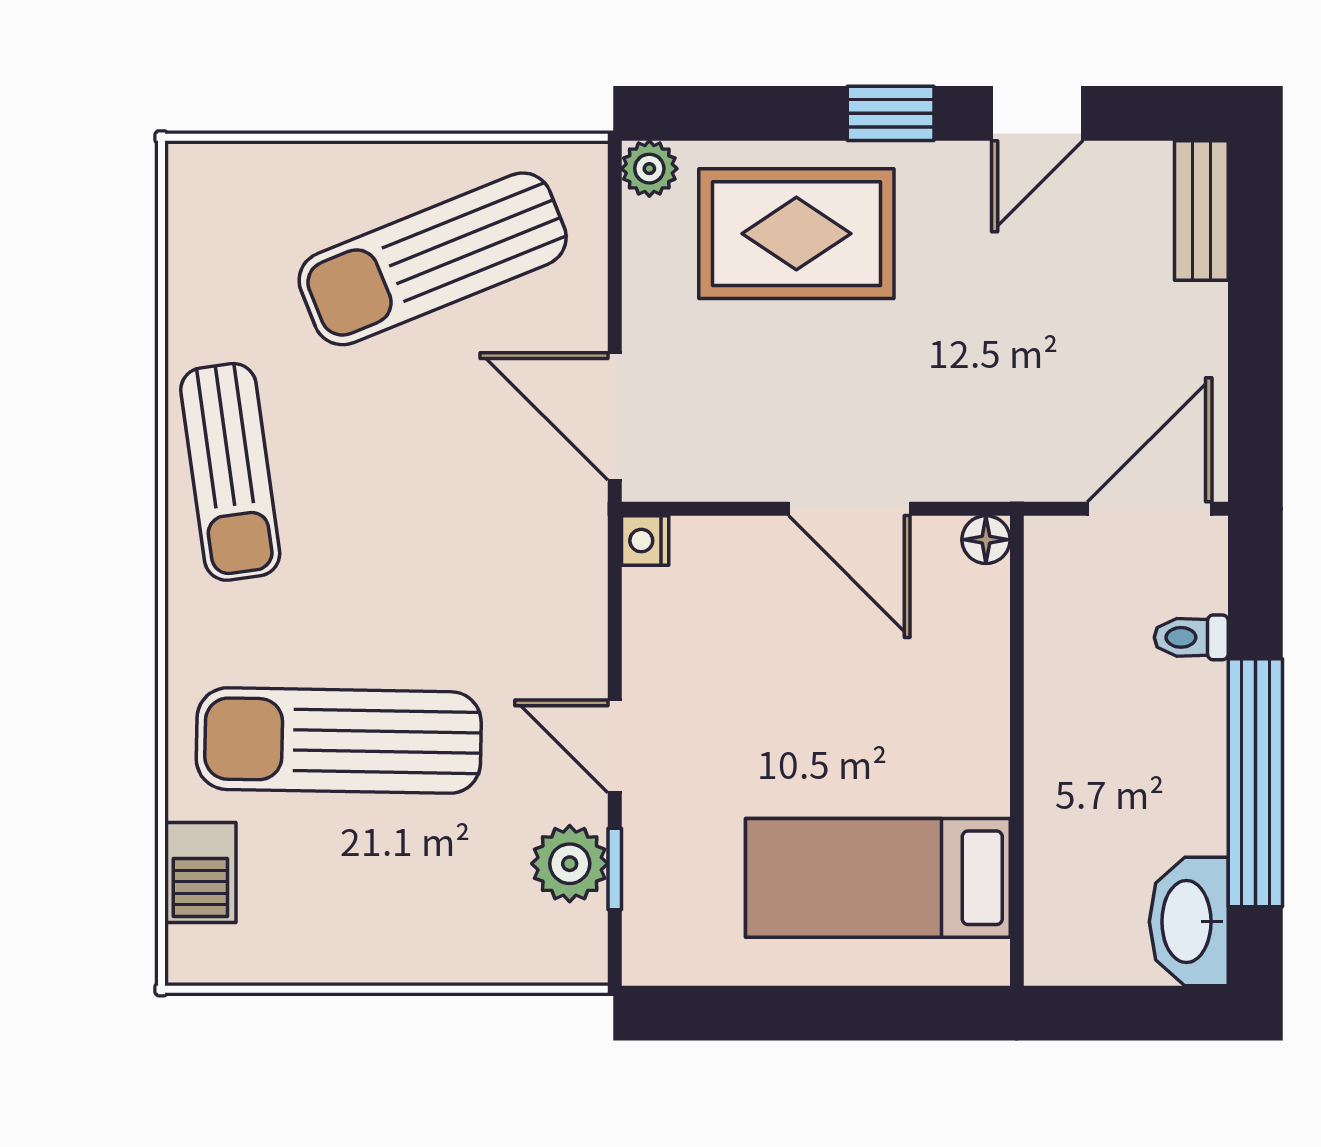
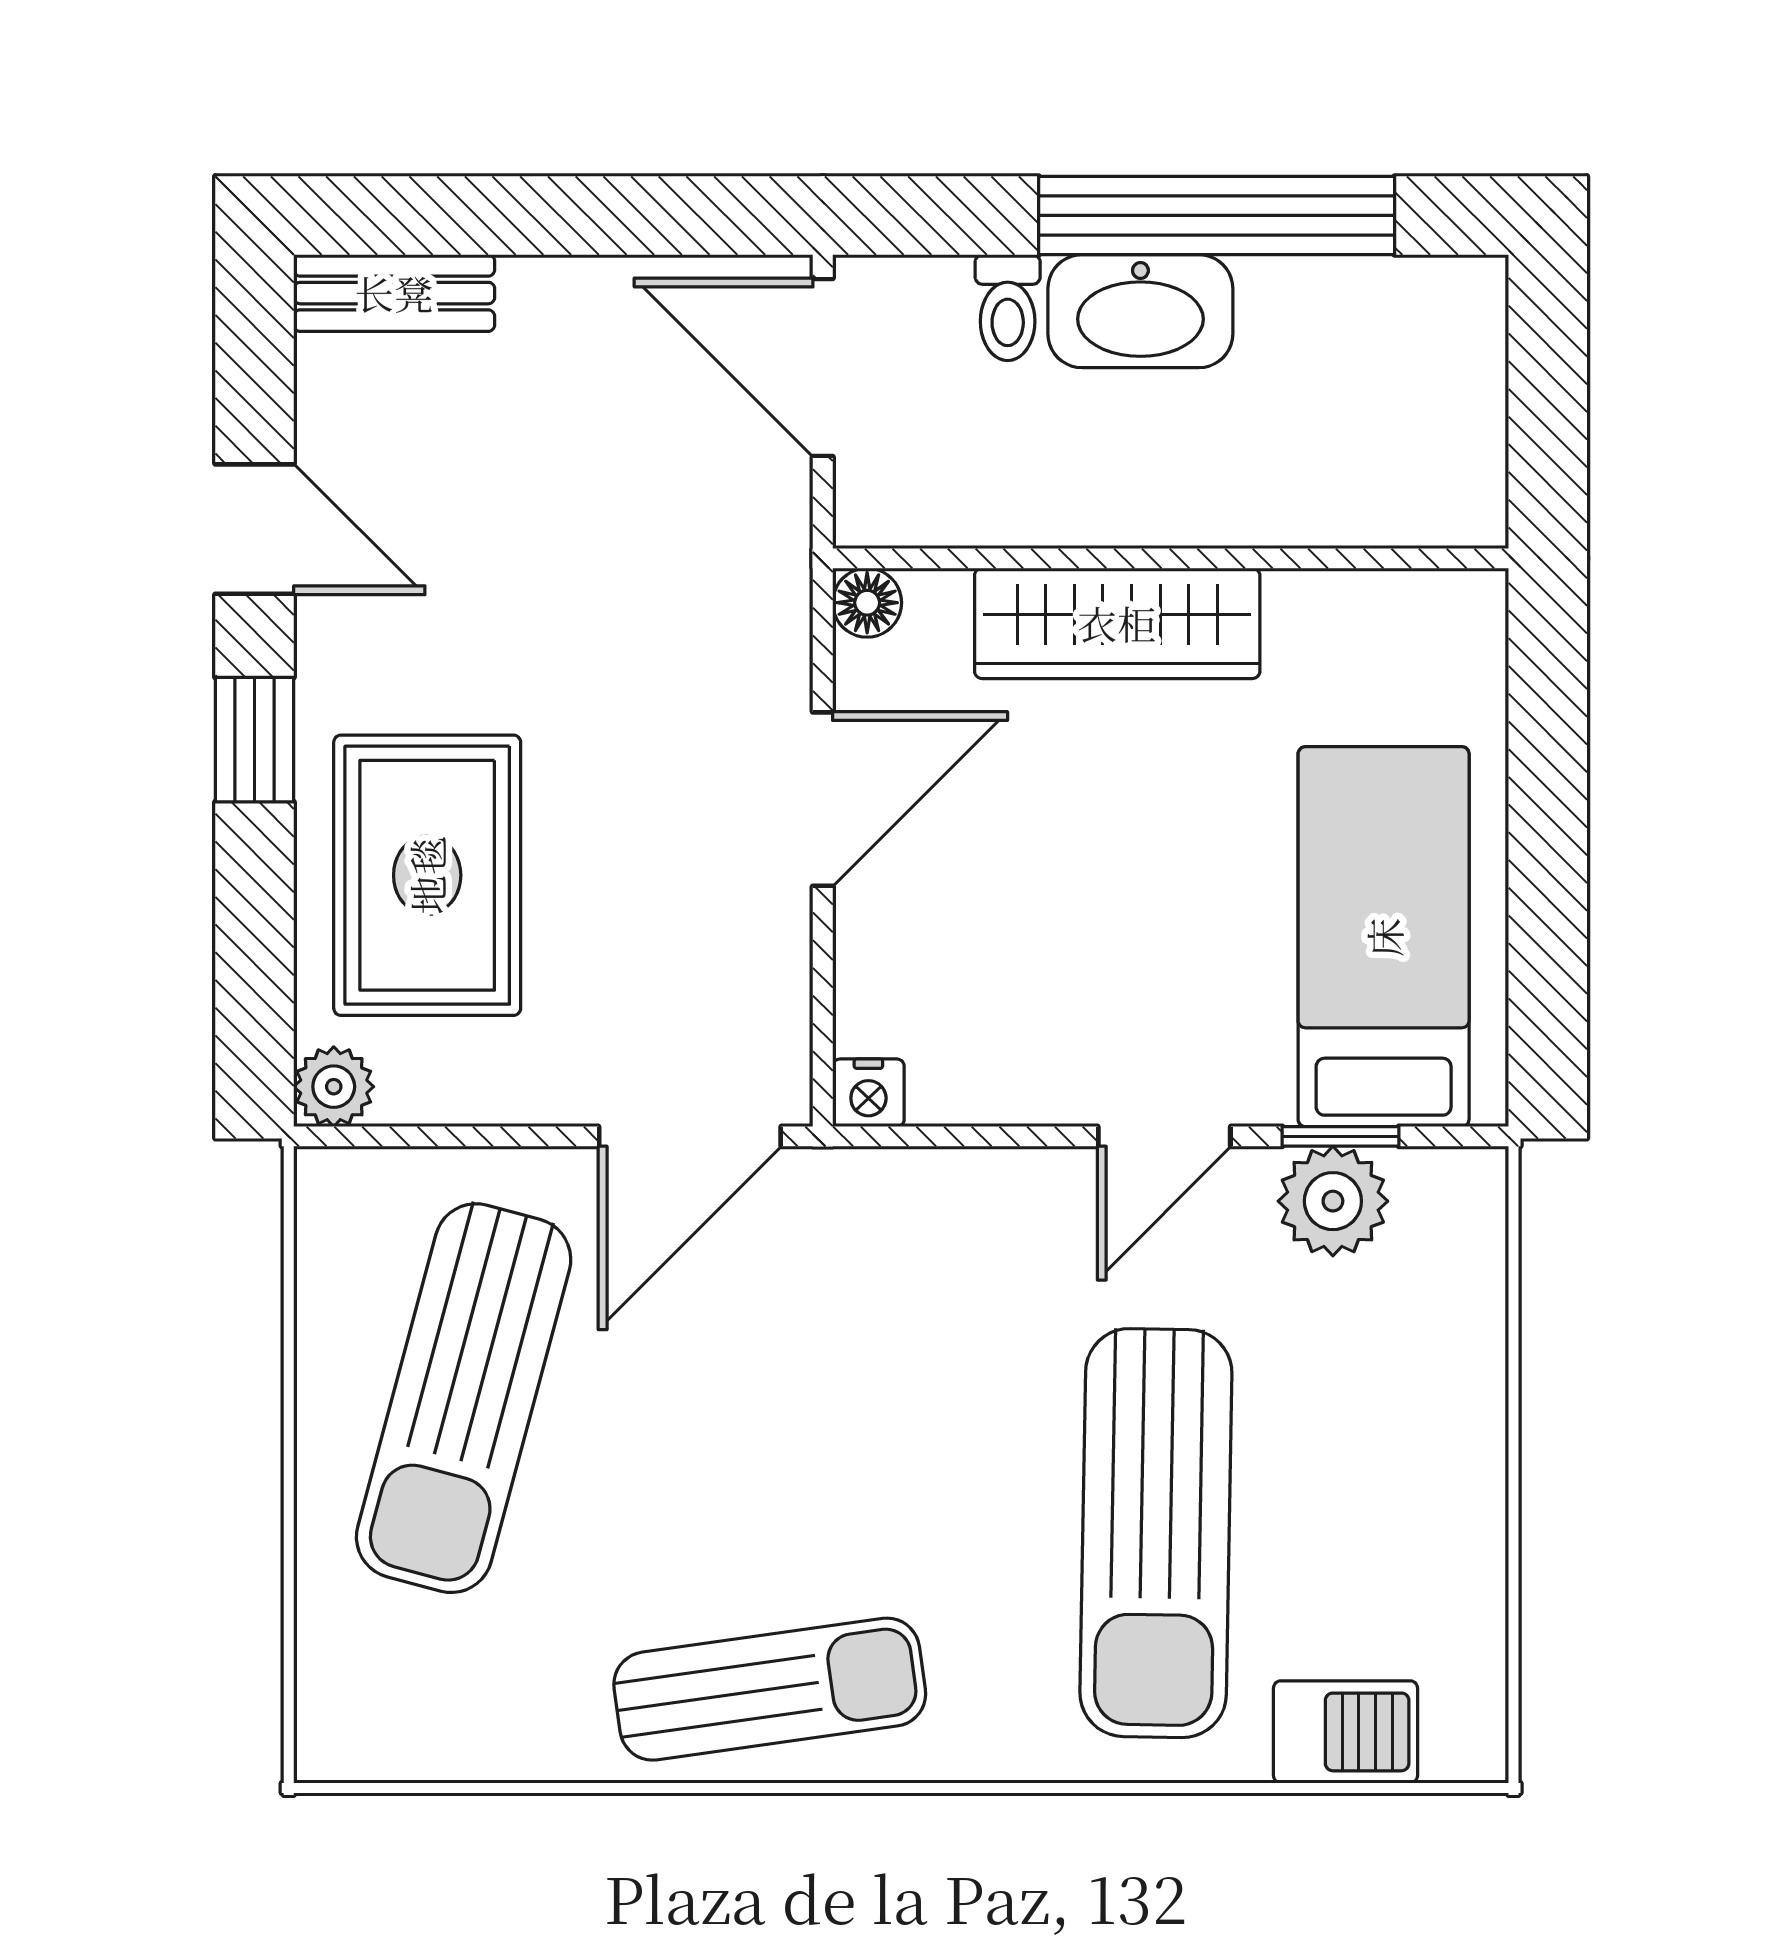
sun lounger: (433, 259) -> (464, 1398), turned 37
wardrobe: (972, 714) -> (1117, 623), added
bed: (878, 878) -> (1384, 937), moved, turned 180
washbasin: (1189, 922) -> (1140, 311), moved

